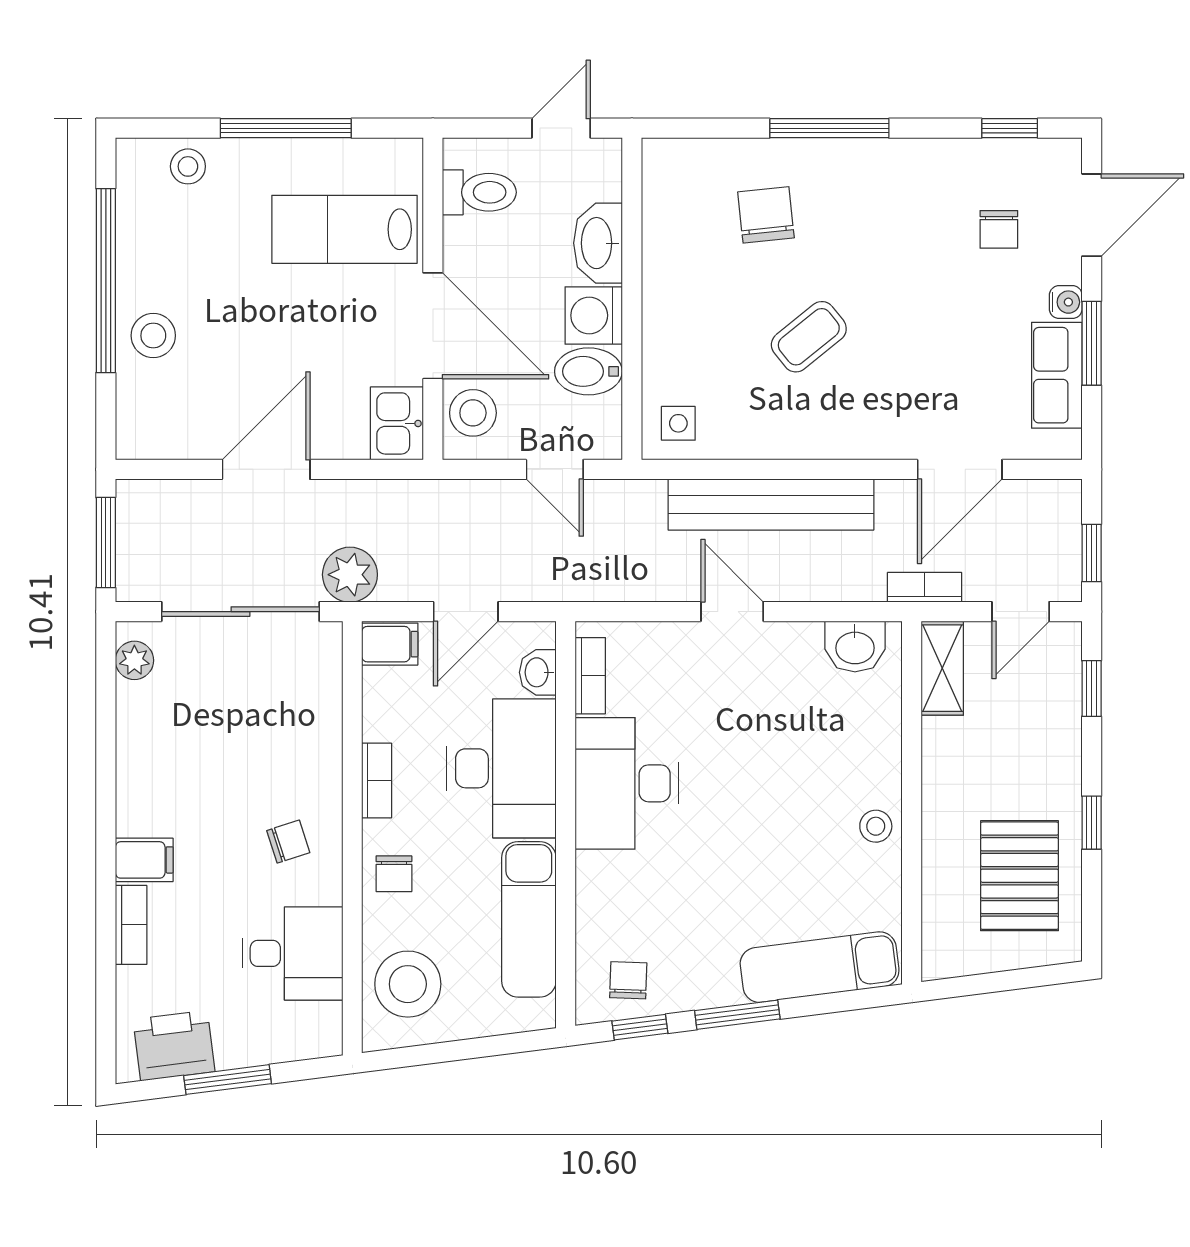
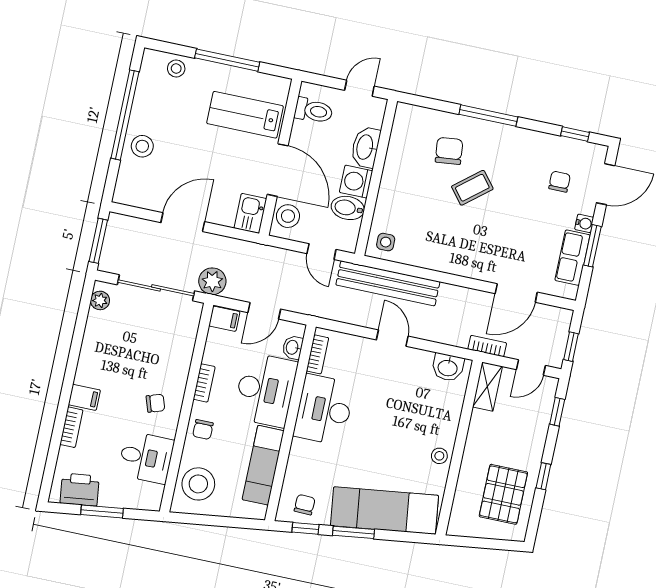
chair: (999, 229) -> (560, 182), turned 180
coffee table: (809, 337) -> (472, 188), moved
bench: (771, 504) -> (388, 283), moved
exam couch: (820, 967) -> (385, 511), width x1.36, depth x1.45

